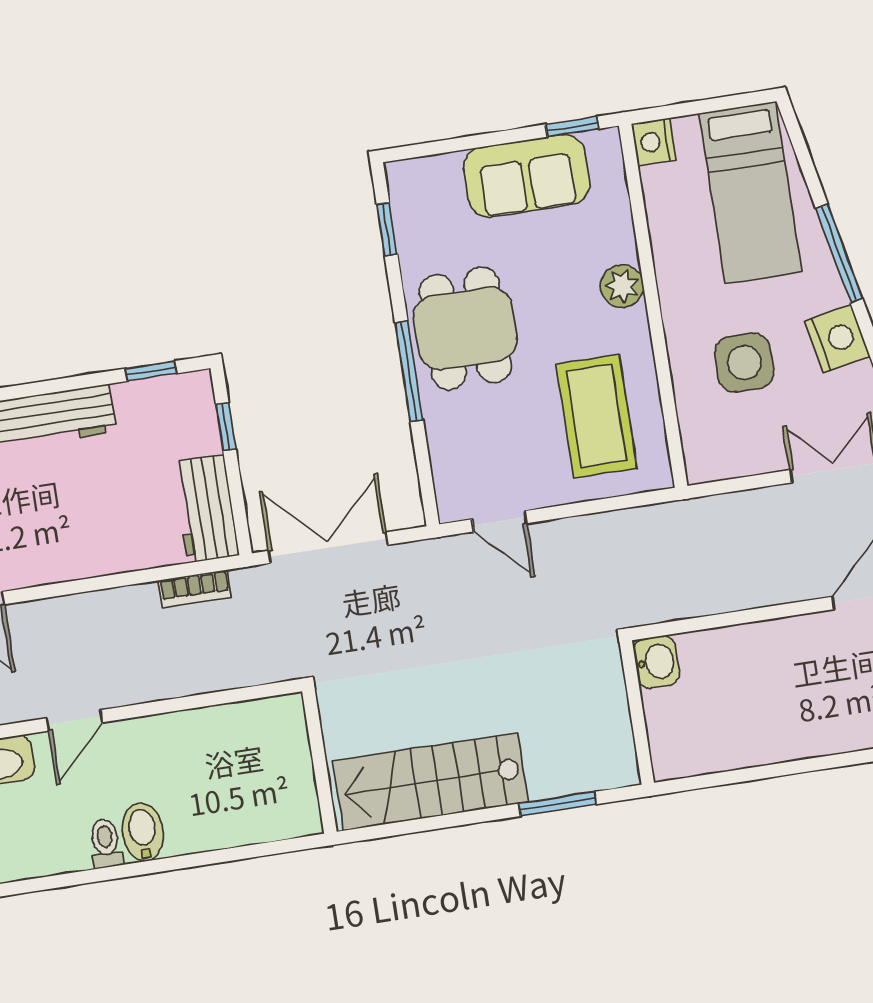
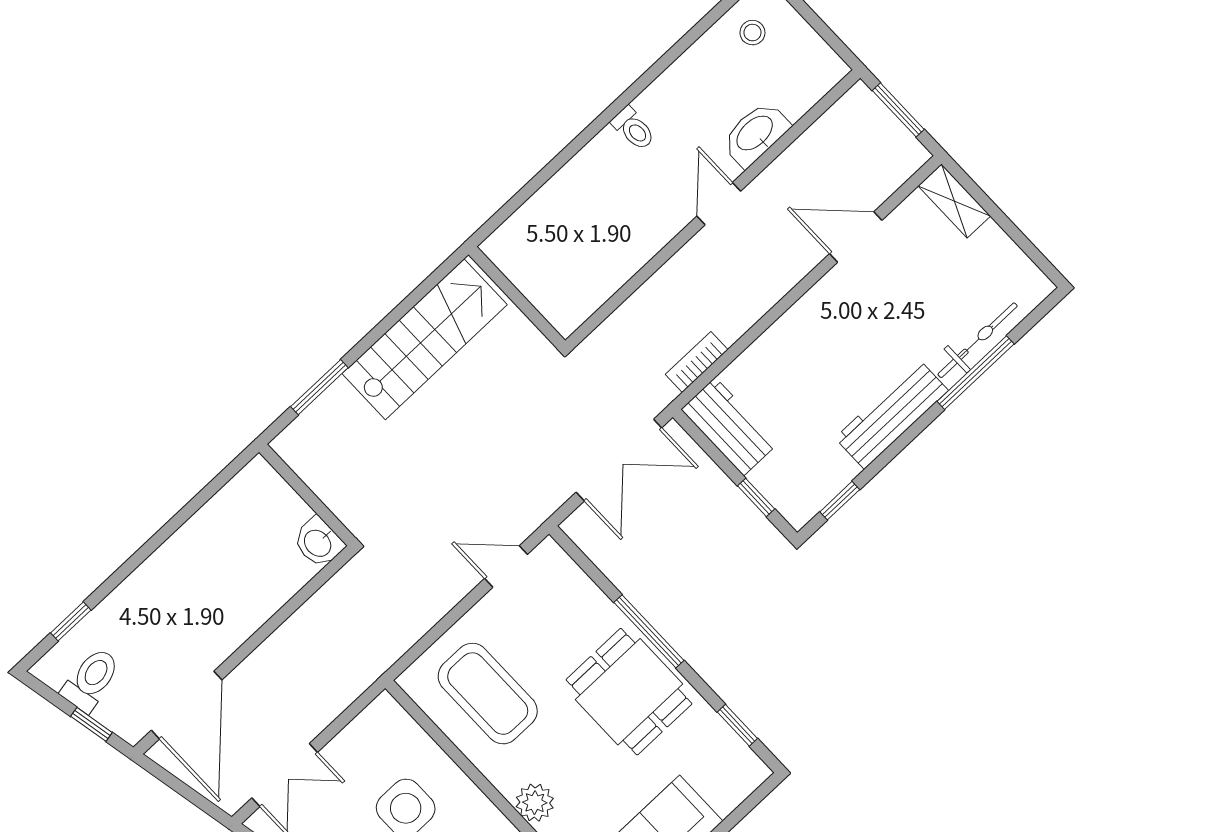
bidet: (143, 832) -> (612, 156), removed

